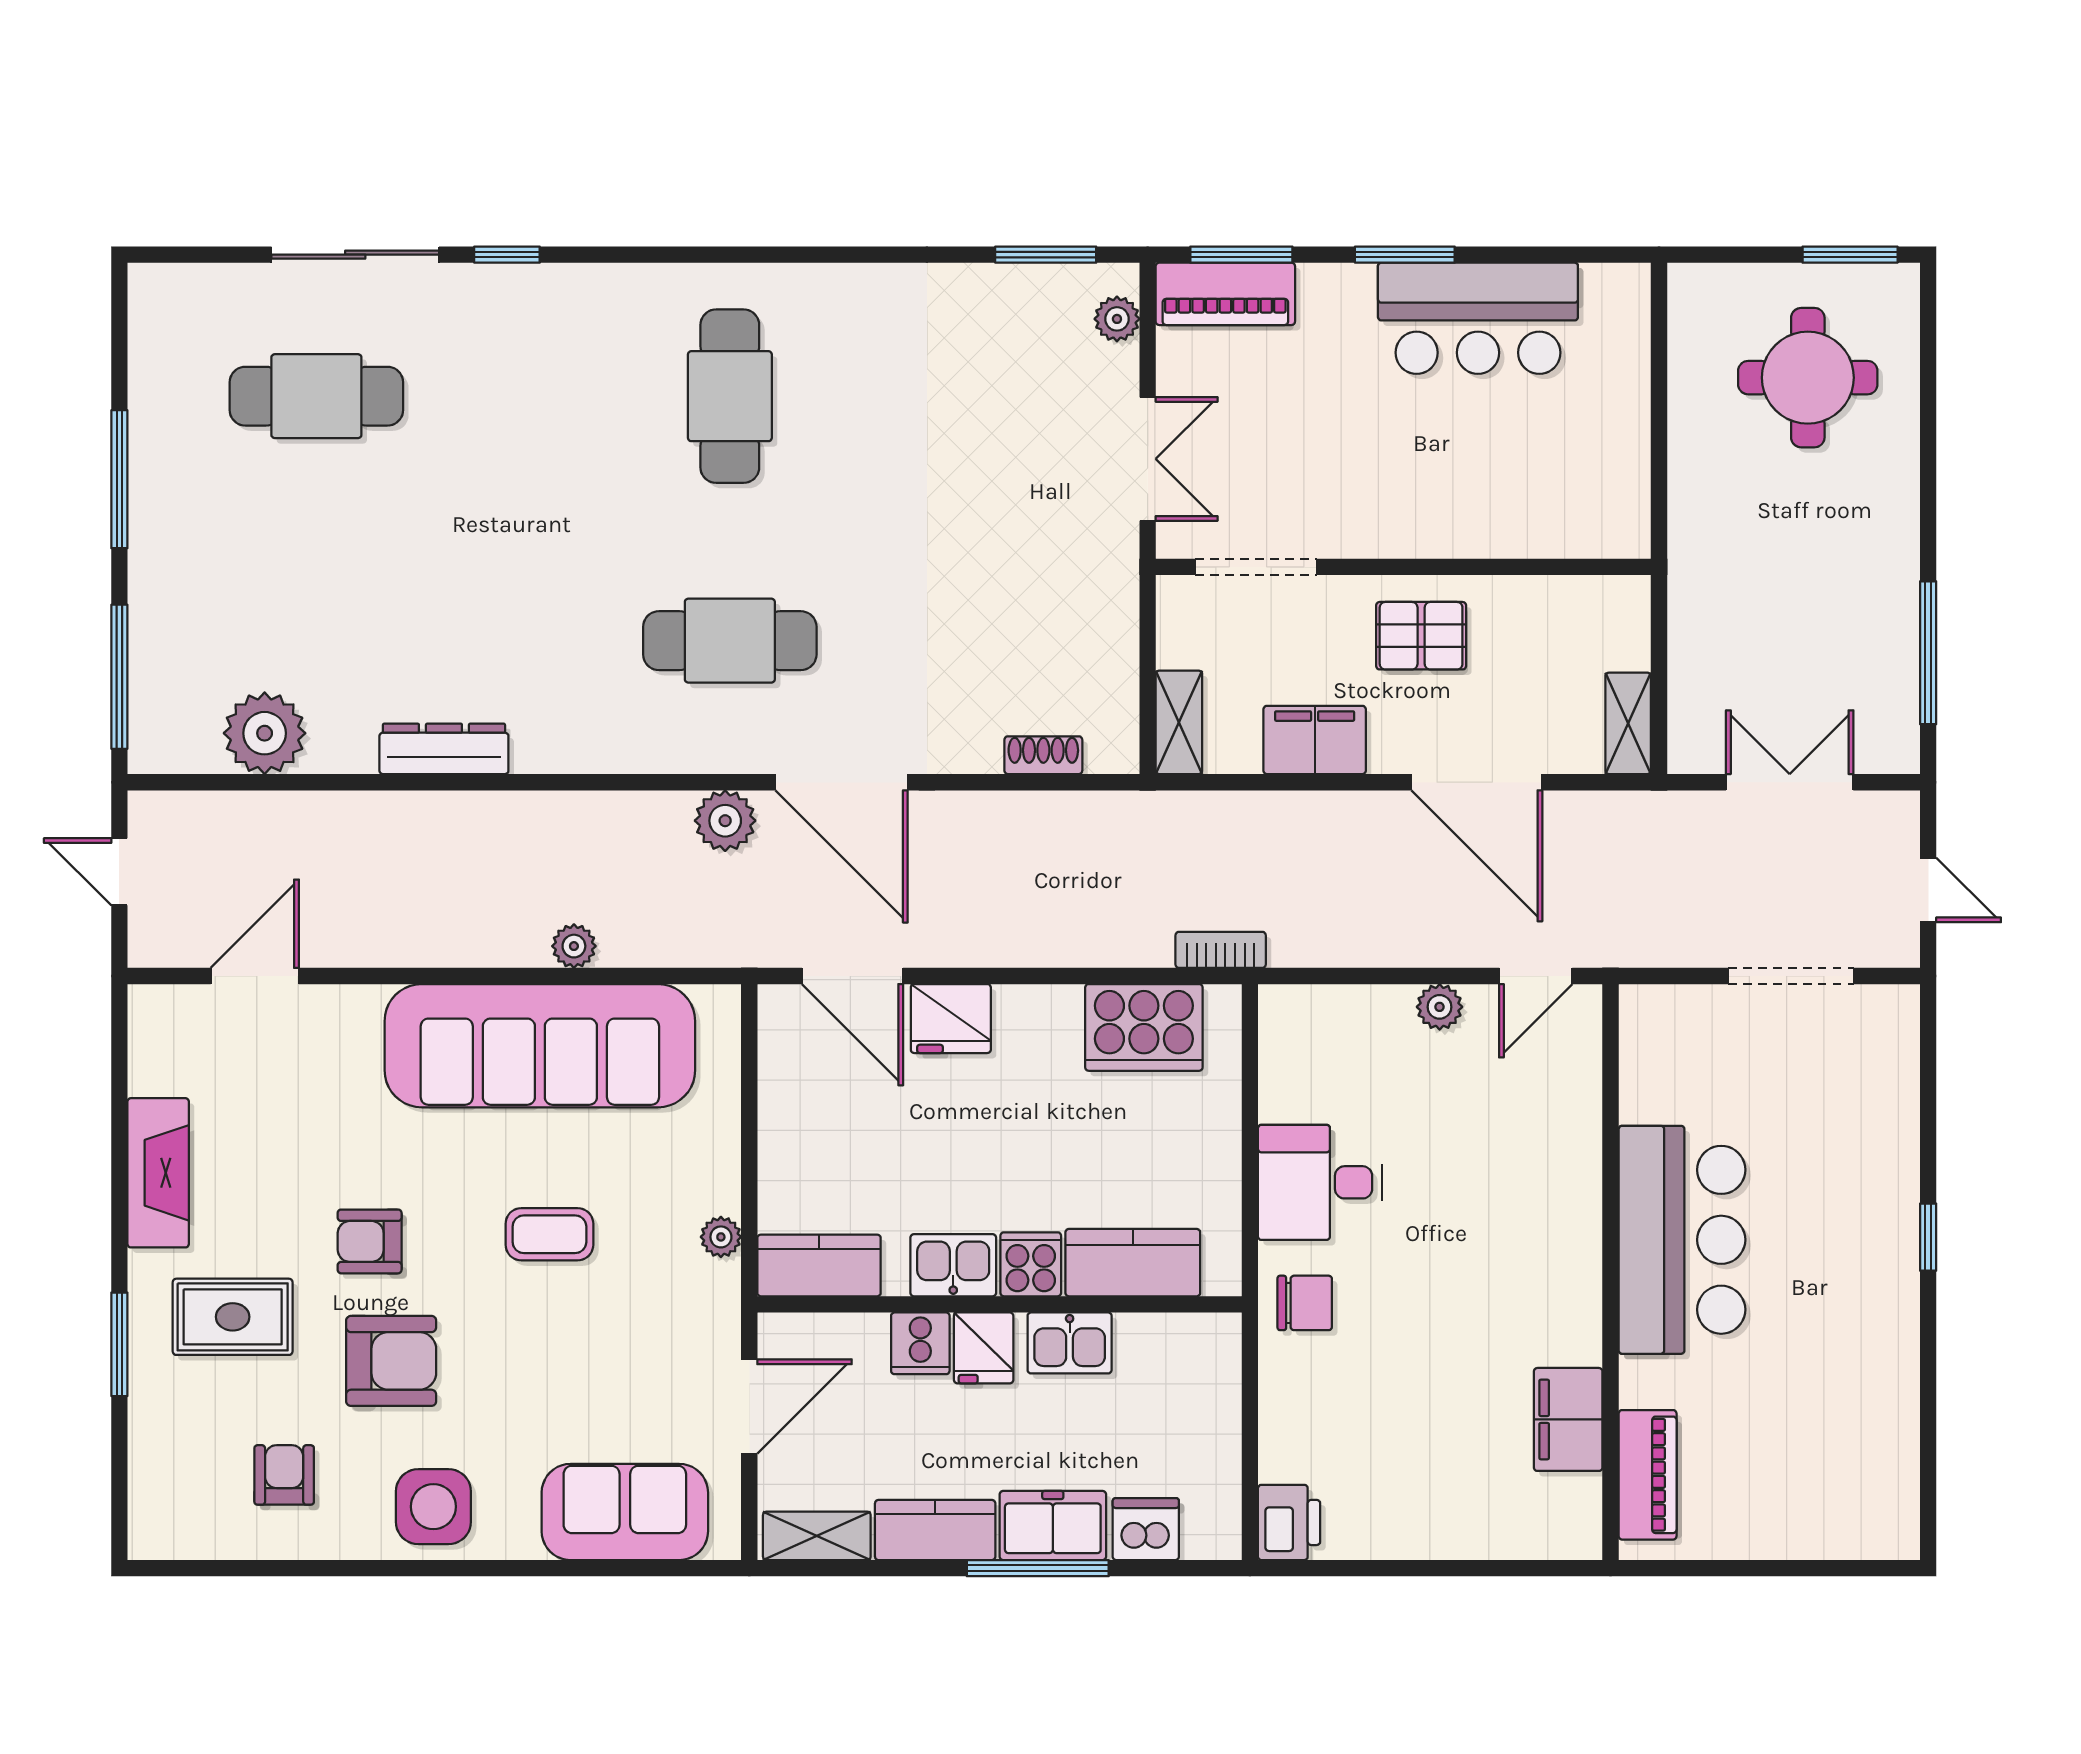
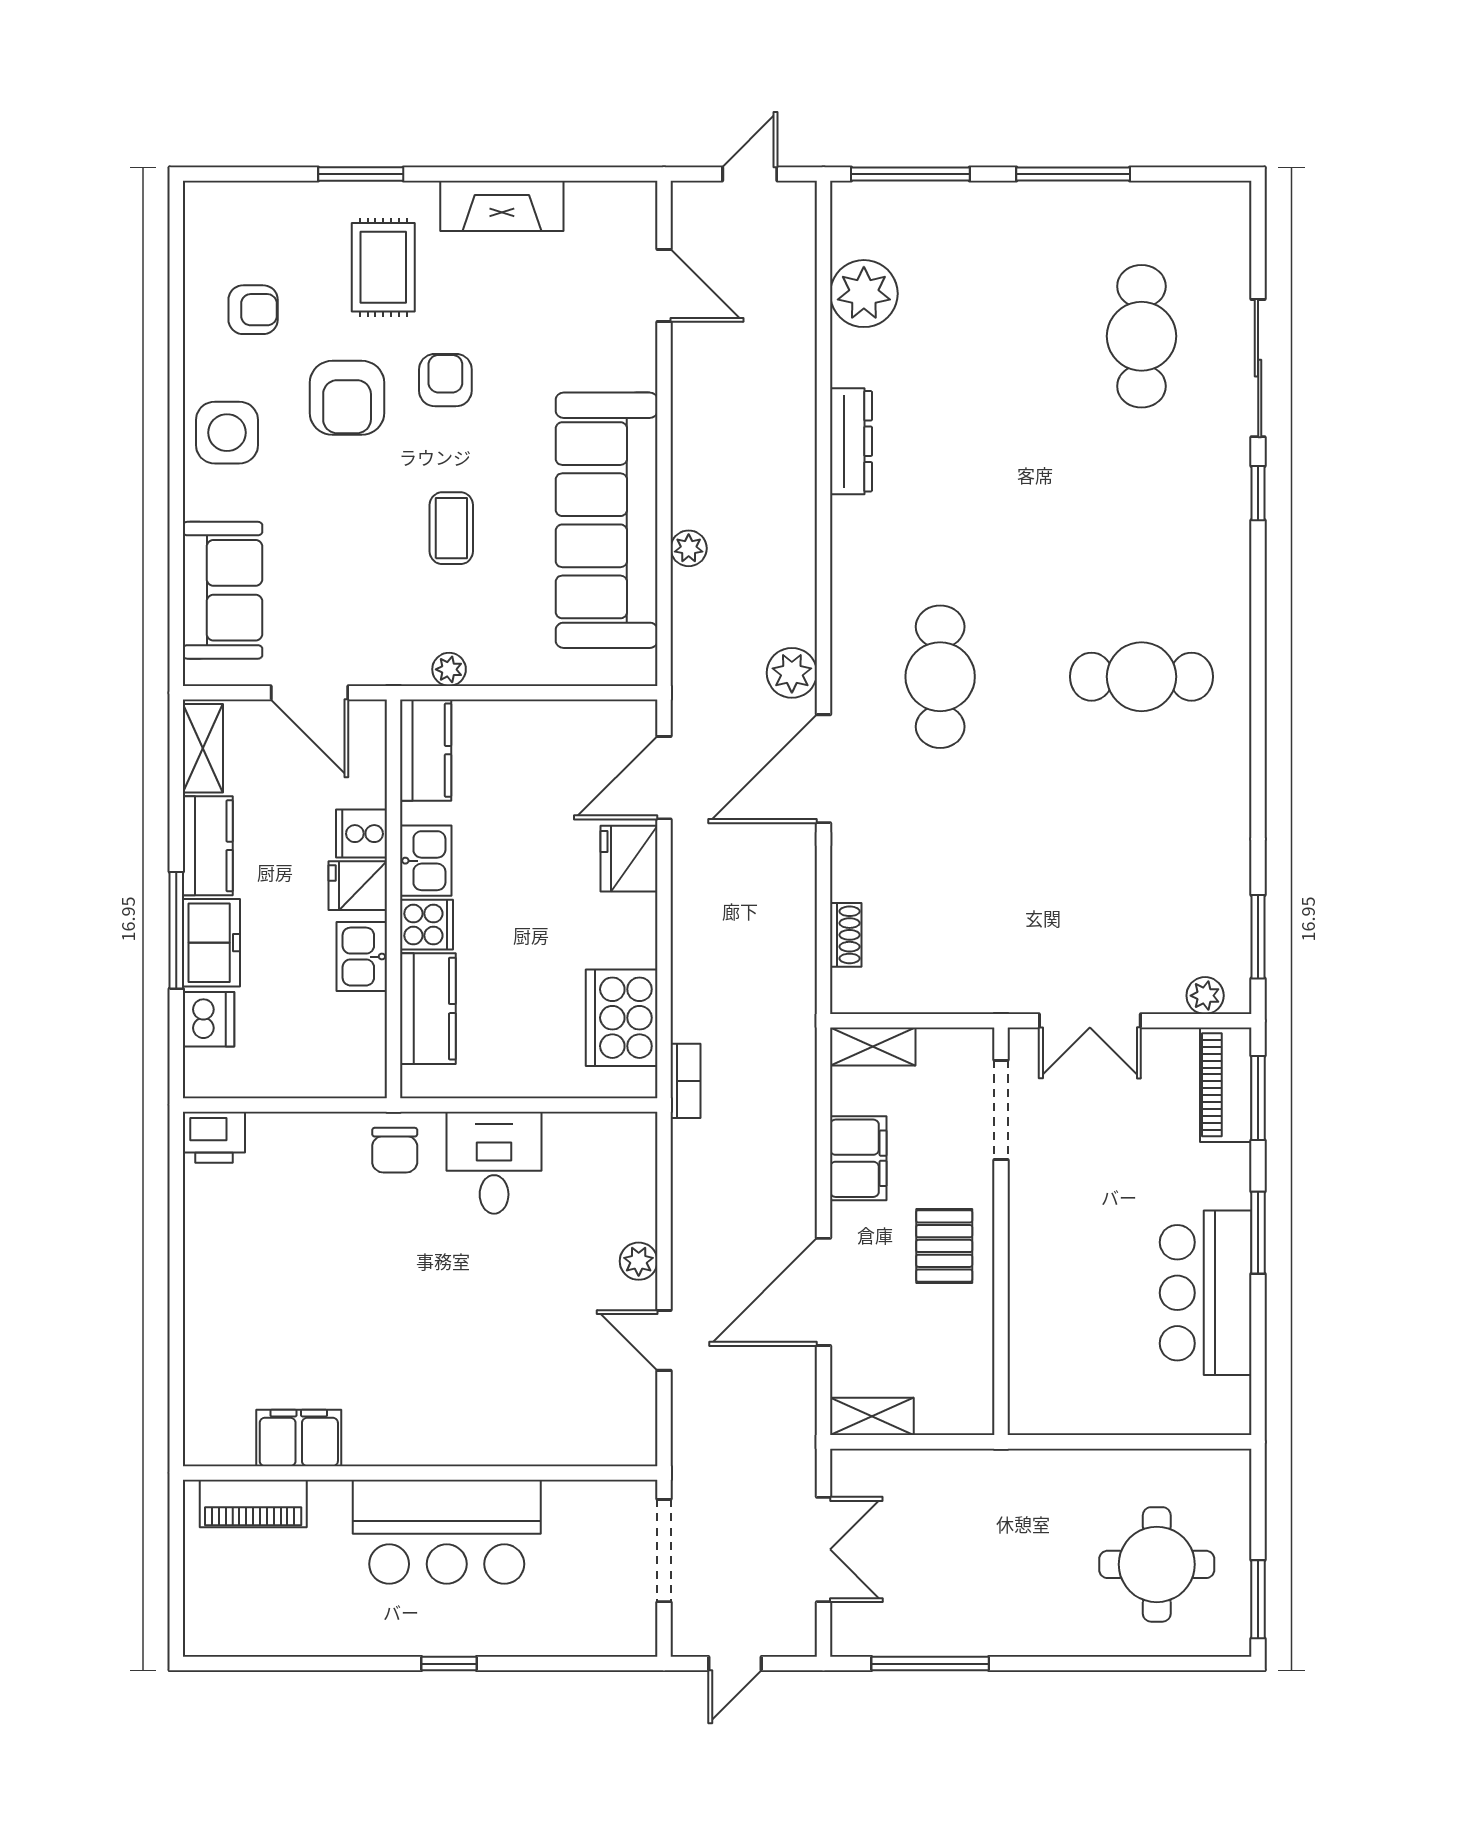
bar counter: (1682, 1240) -> (447, 1532), moved
wall: (1611, 1272) -> (420, 1473), moved
filing cabinet: (1568, 1419) -> (299, 1438), moved
piano: (1648, 1475) -> (253, 1503), moved

